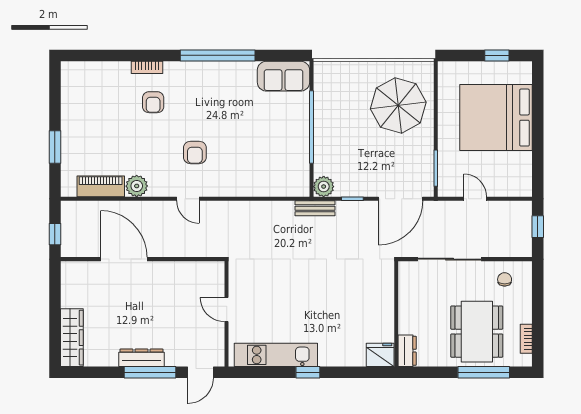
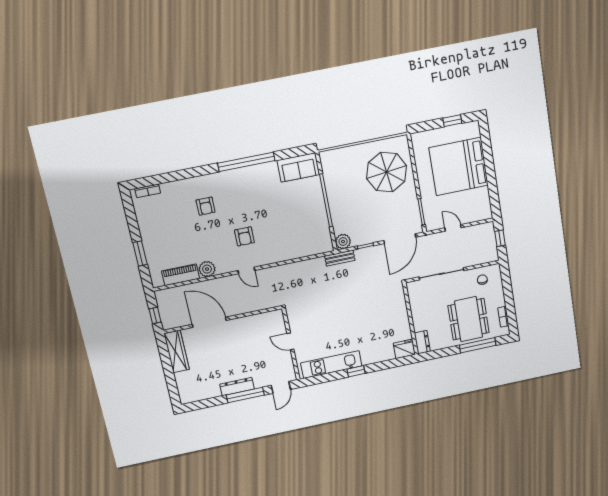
bookcase: (147, 67) -> (148, 191), moved
wardrobe: (72, 338) -> (177, 351), moved

